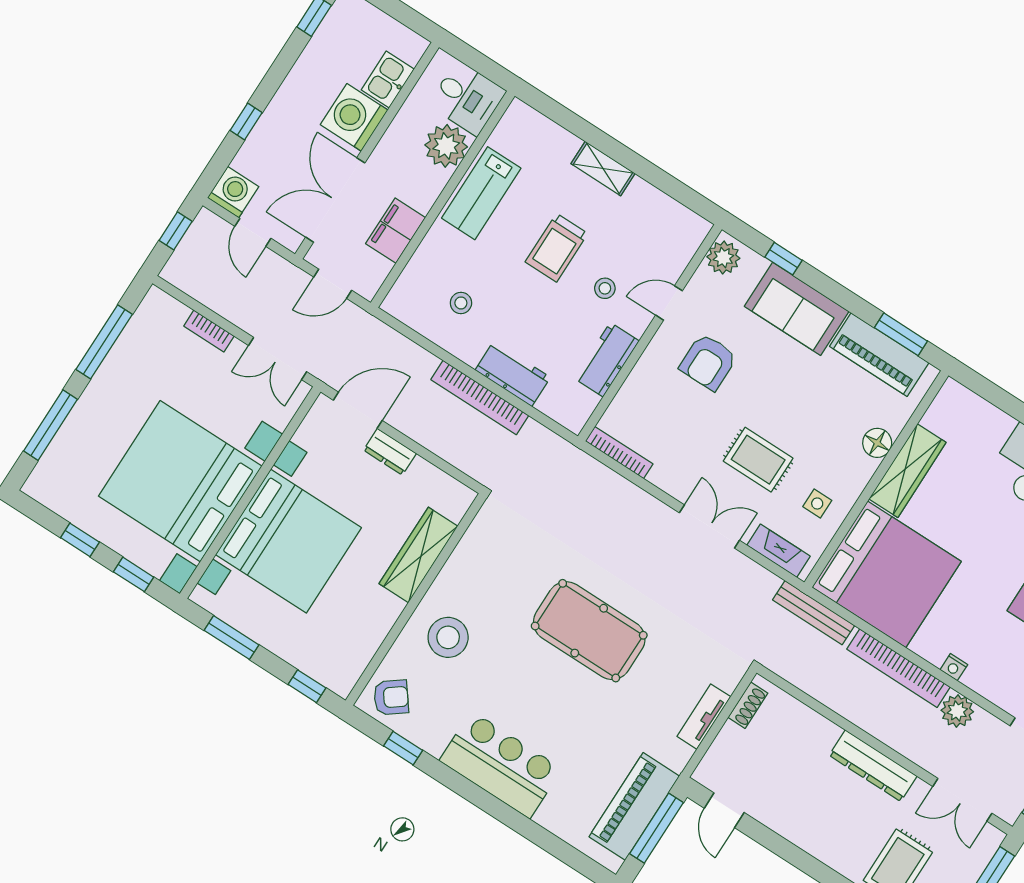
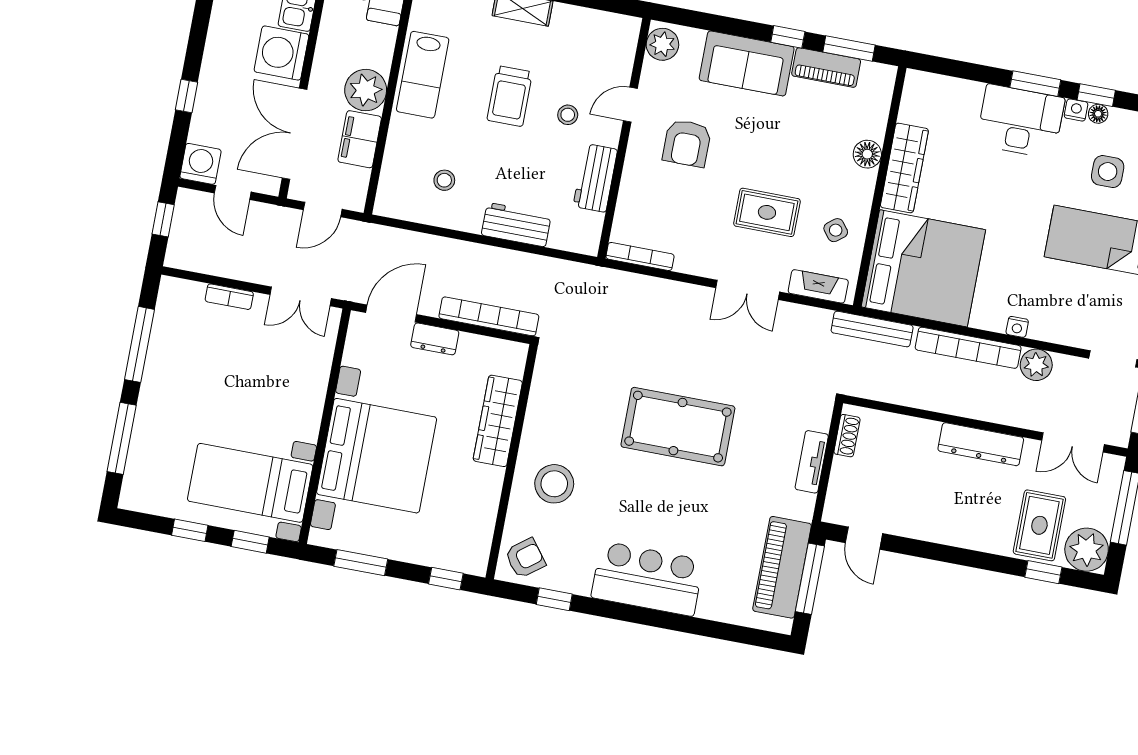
plant: (446, 146) -> (366, 90), moved
window: (784, 259) -> (788, 37), moved
piano: (879, 355) -> (826, 68), width x0.73, depth x0.75
bookcase: (480, 397) -> (489, 316), moved, turned 180
bed with nightstands: (180, 481) -> (250, 483), width x0.54
side table: (817, 504) -> (836, 230), turned -38
double door: (709, 527) -> (748, 290), swing flipped

